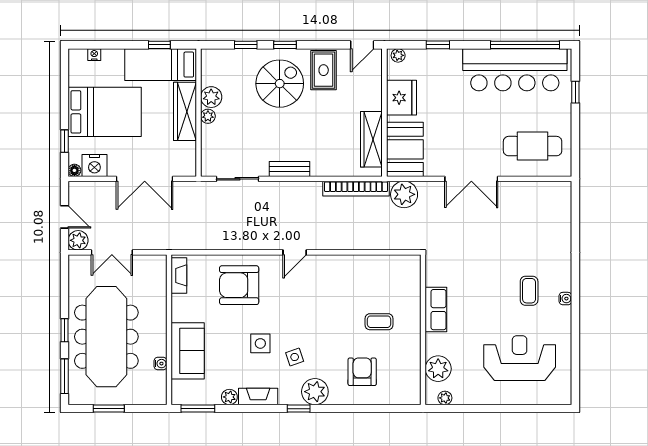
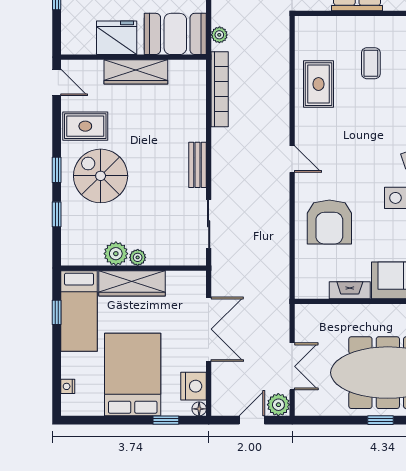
plant: (398, 55) -> (69, 42), removed
wardrobe: (371, 139) -> (136, 72), moved
plant: (404, 194) -> (219, 35), width x0.53, depth x0.53
fireplace: (179, 275) -> (350, 290), moved
rug: (361, 276) -> (318, 84), added

